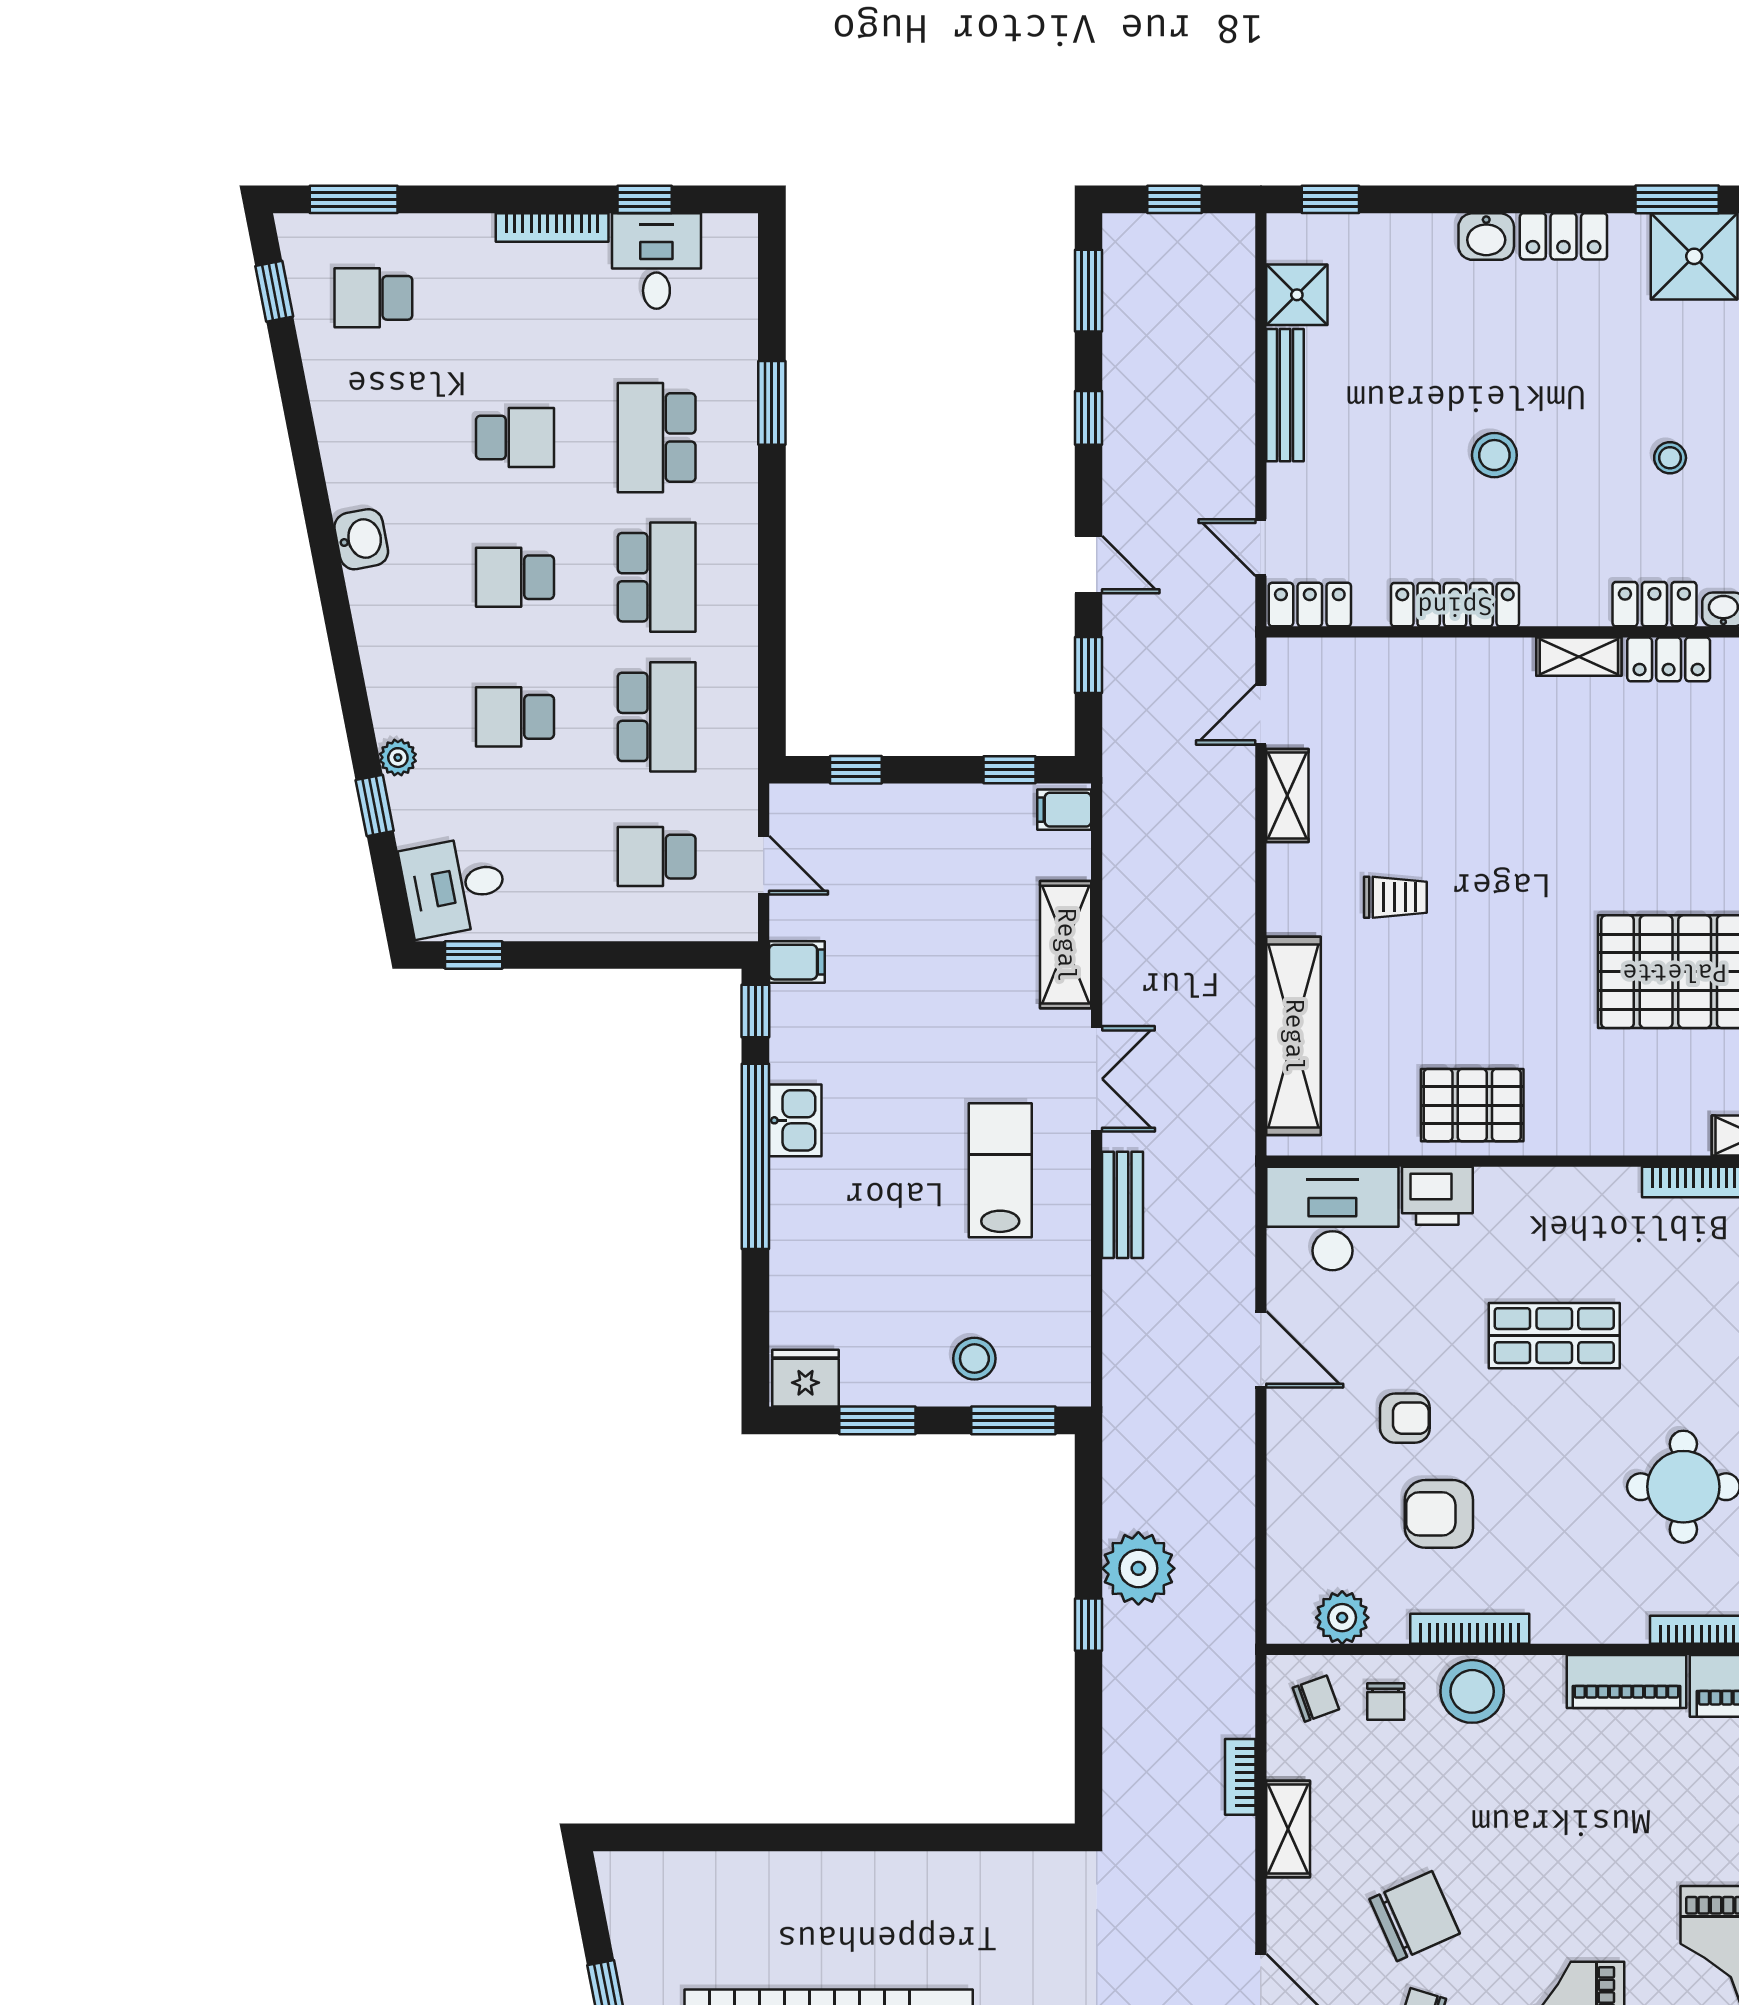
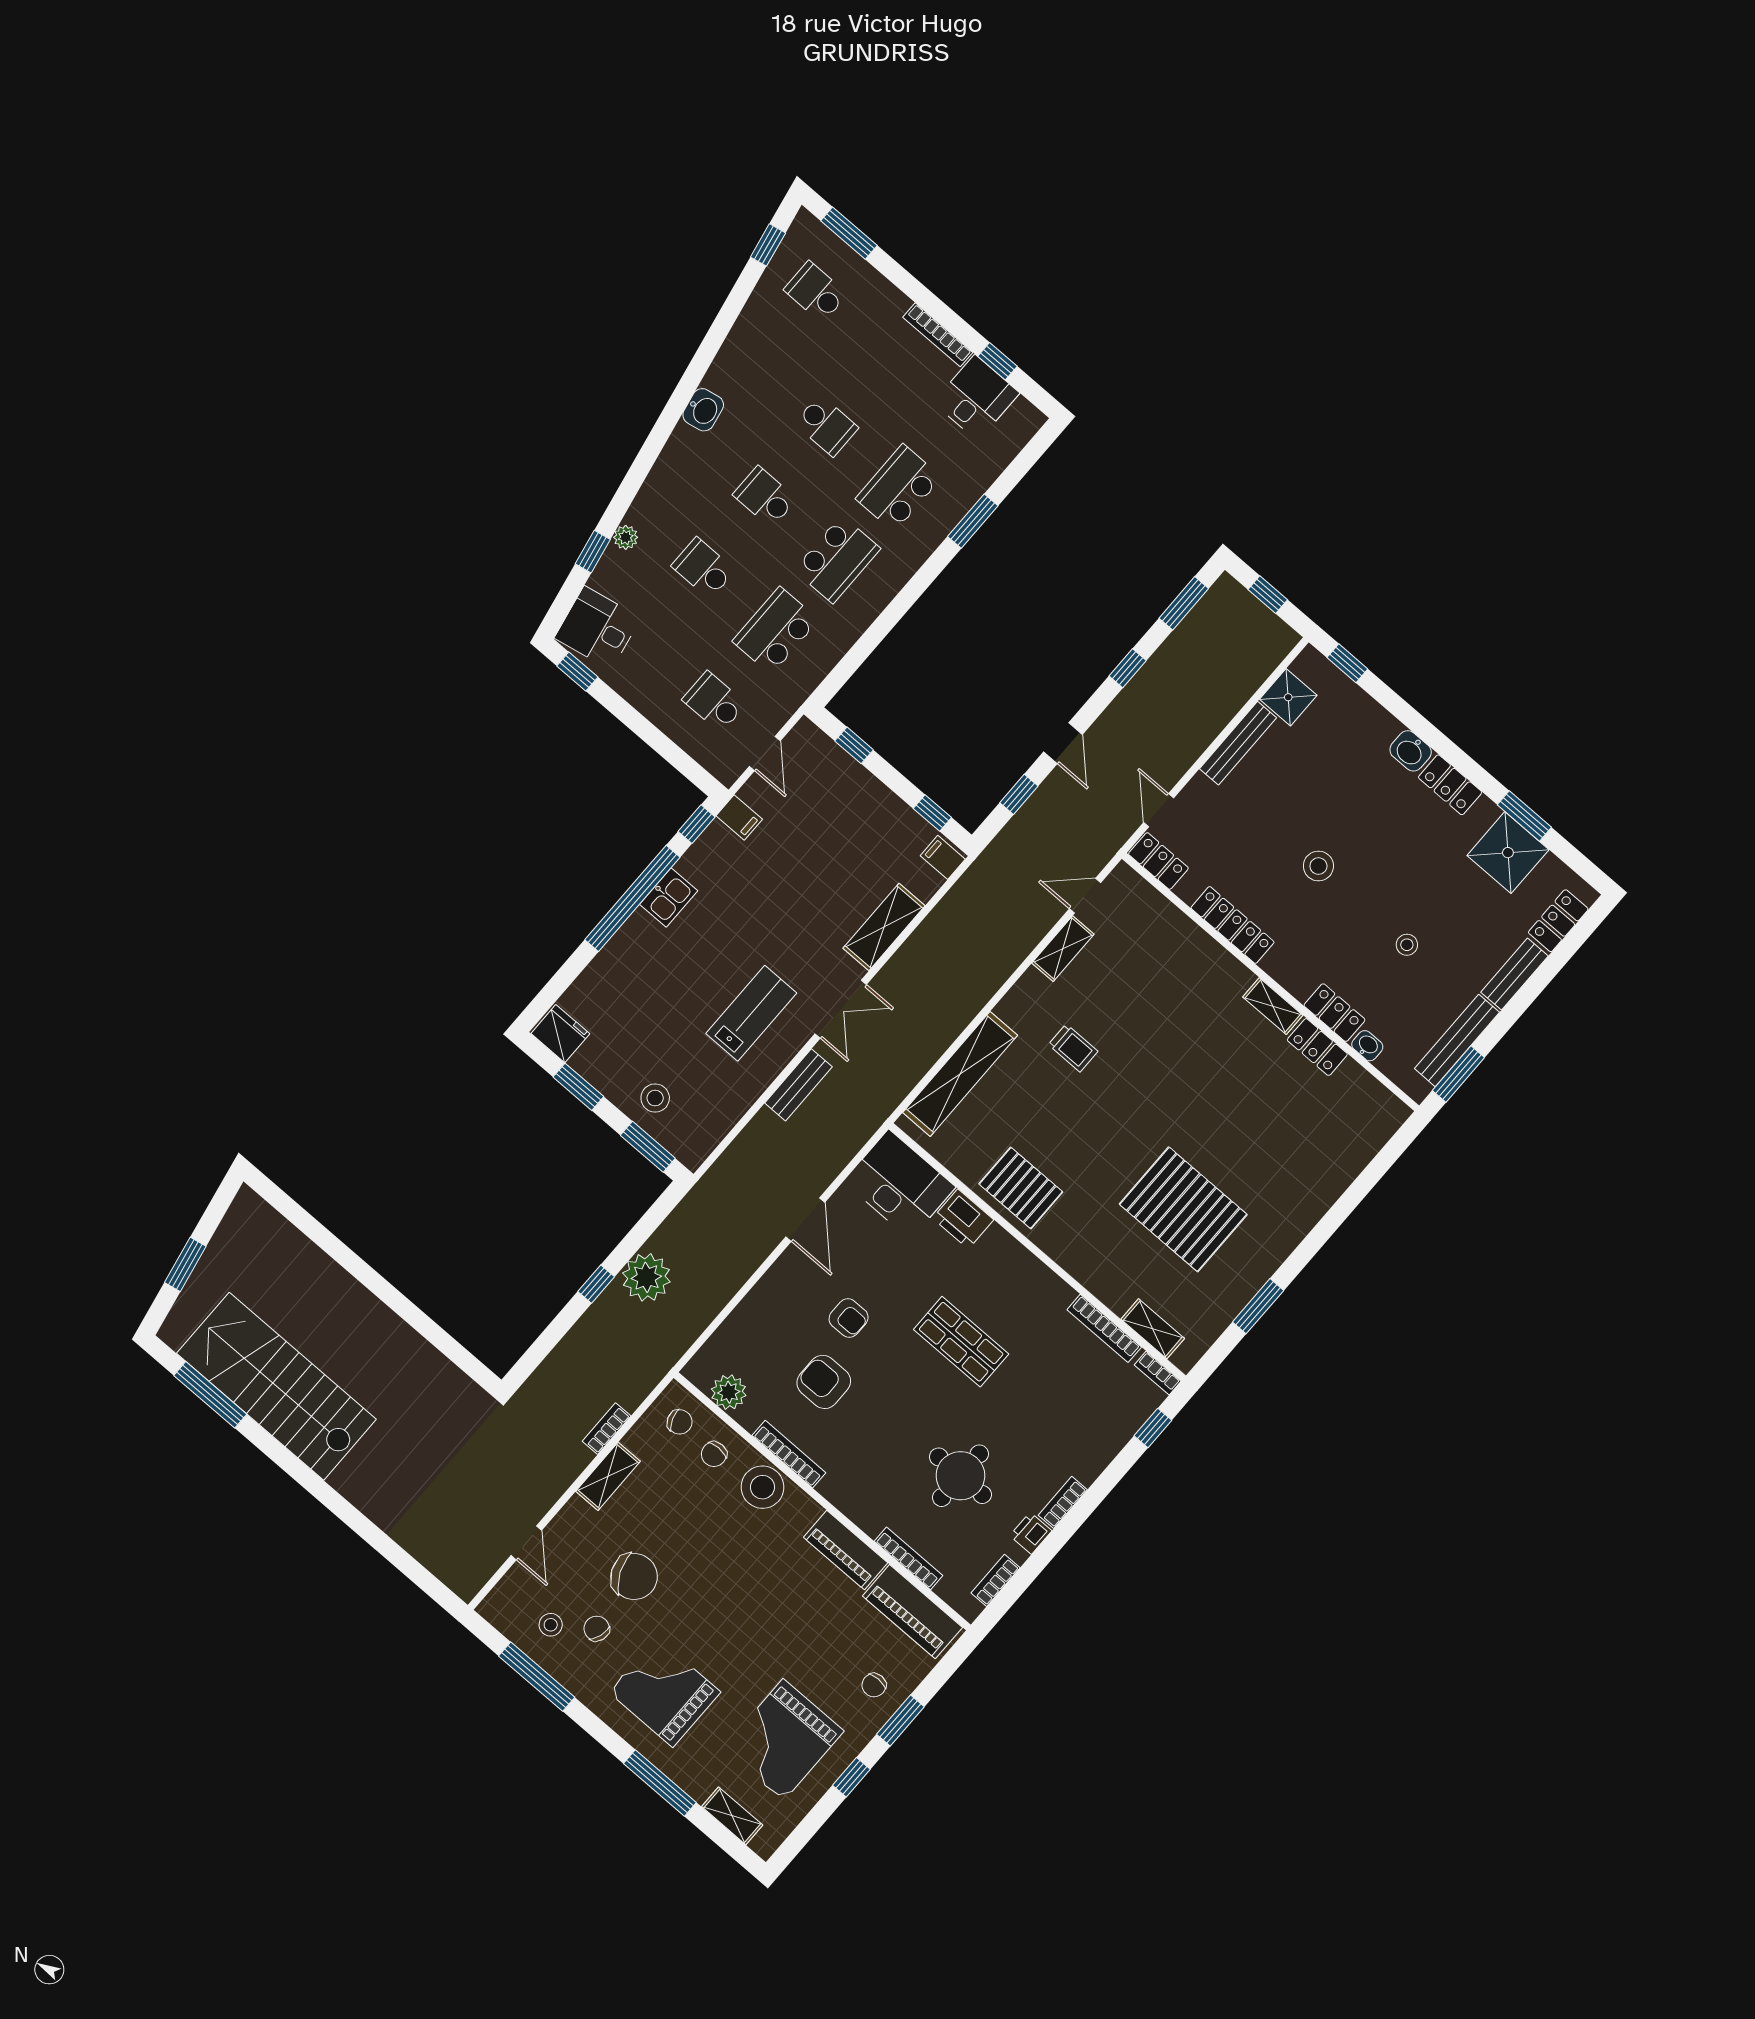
school desk: (657, 717) -> (776, 631), turned 180

